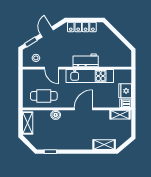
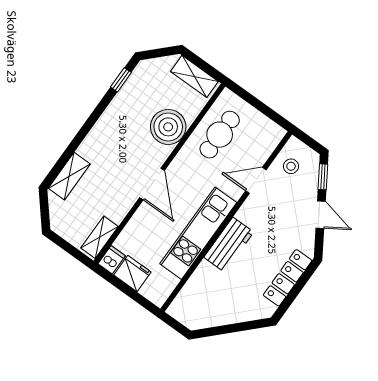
boiler: (56, 115) -> (168, 127), width x1.86, depth x1.86

